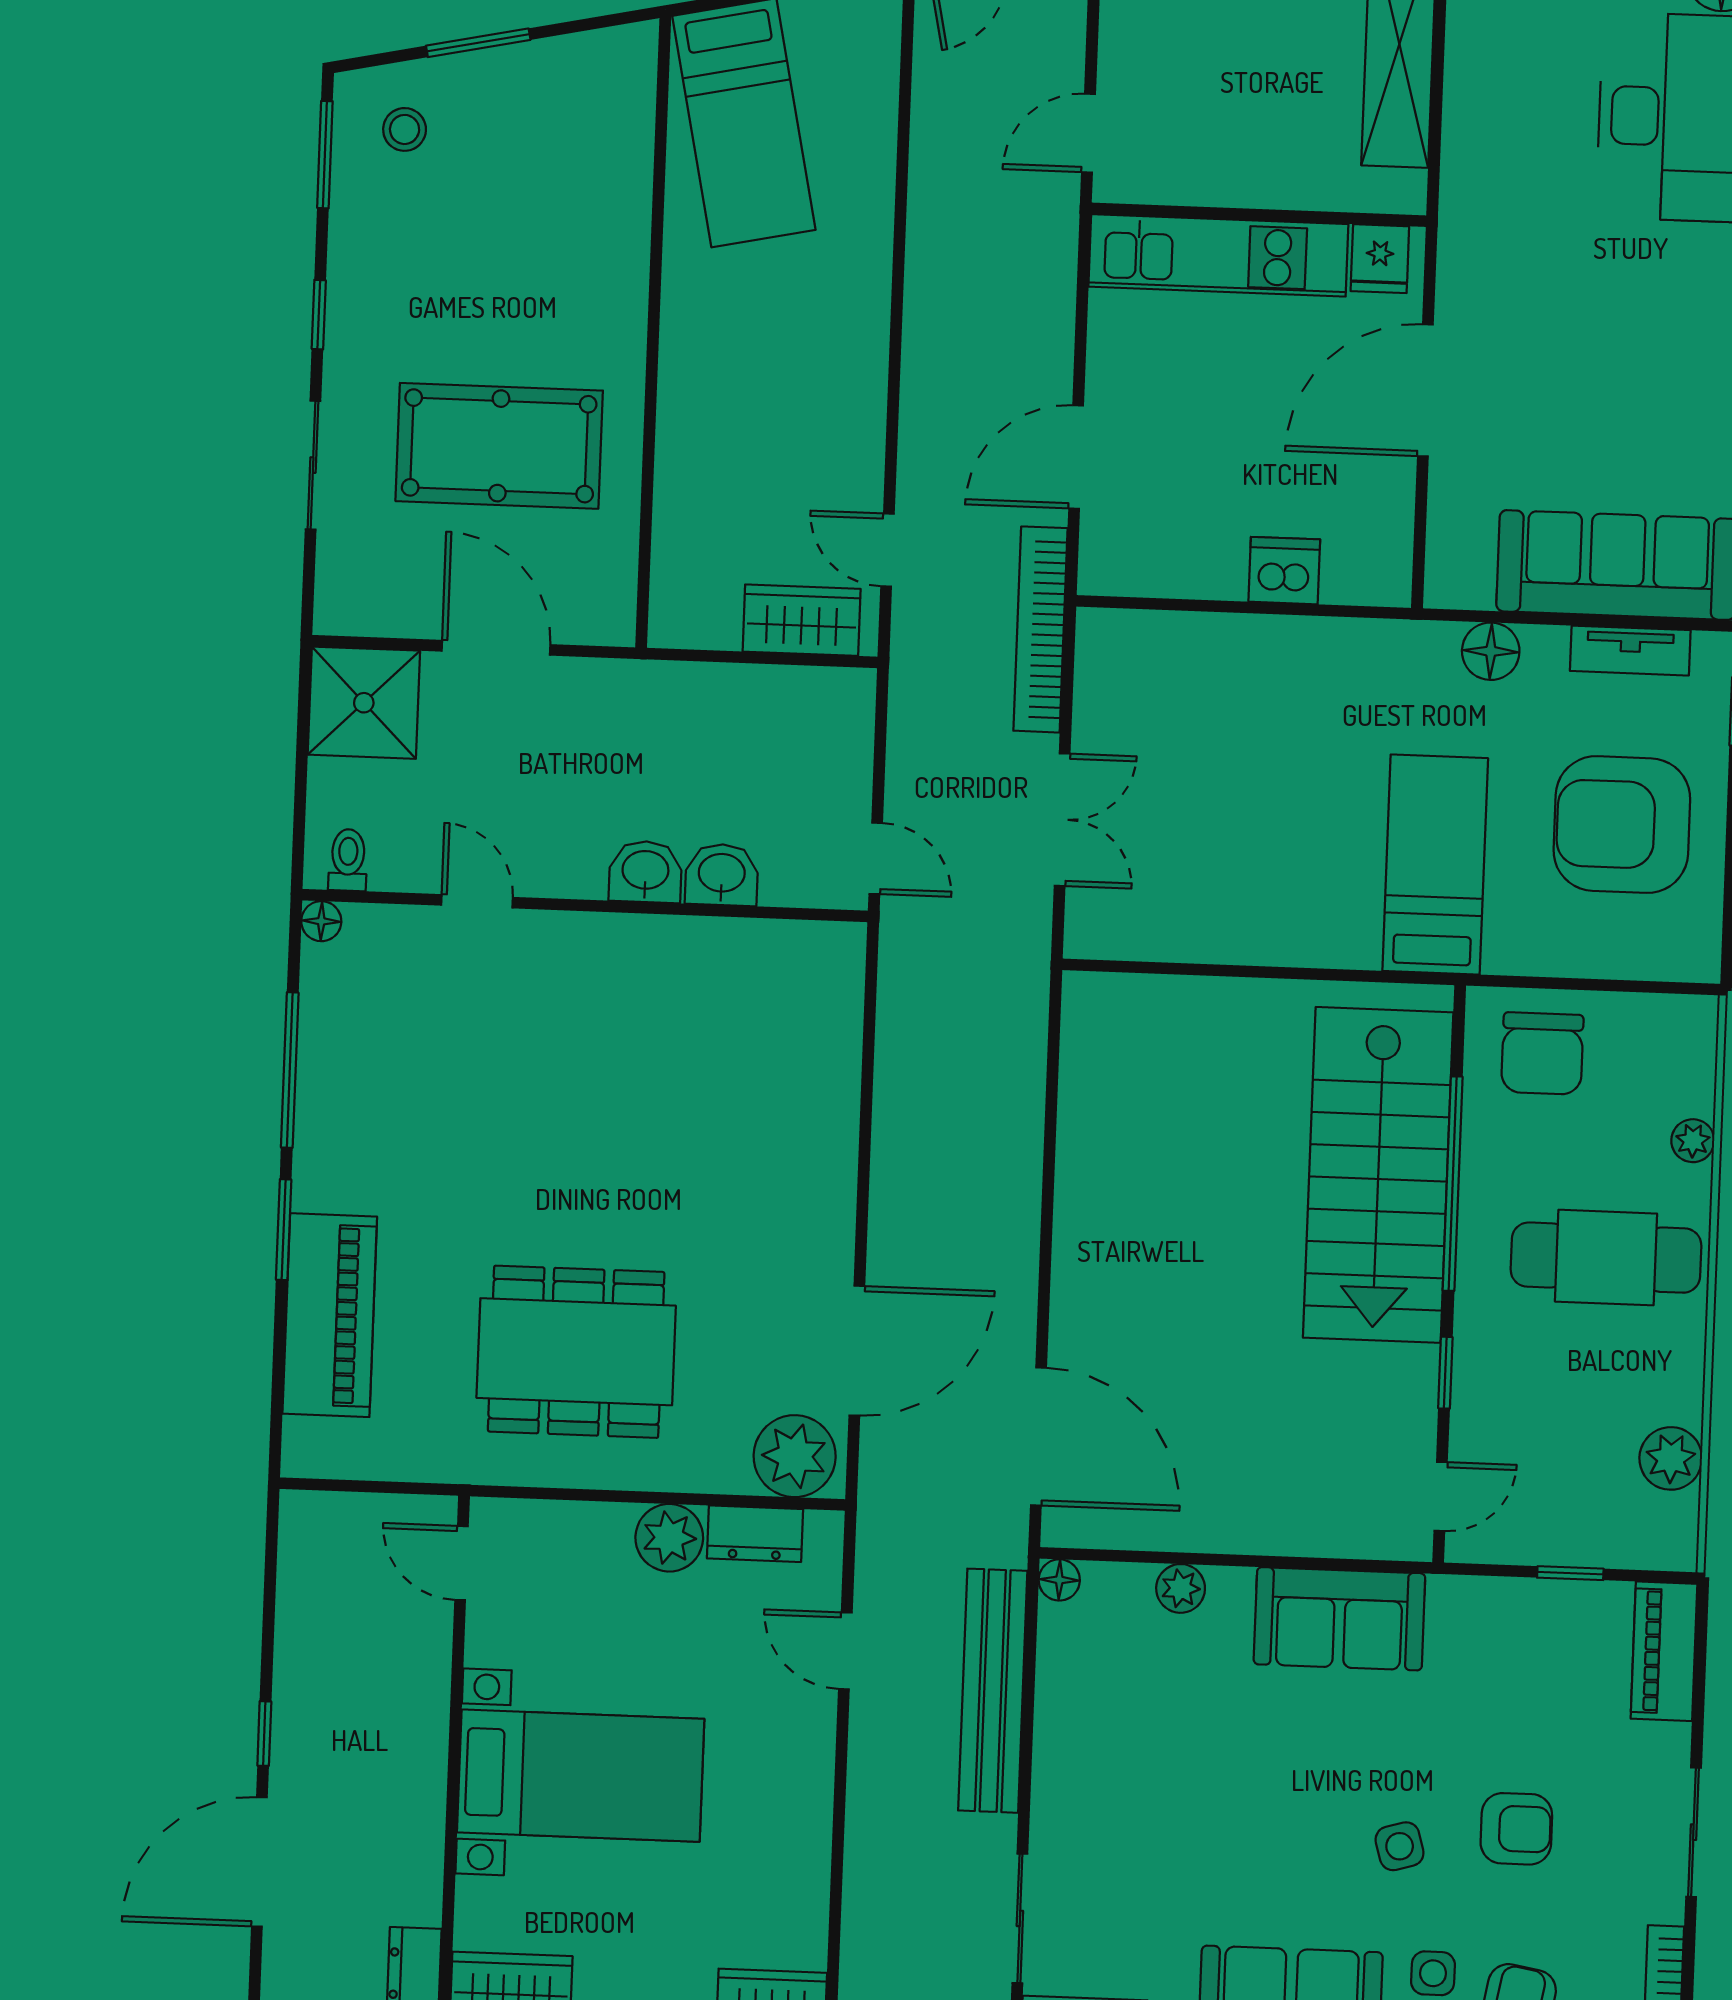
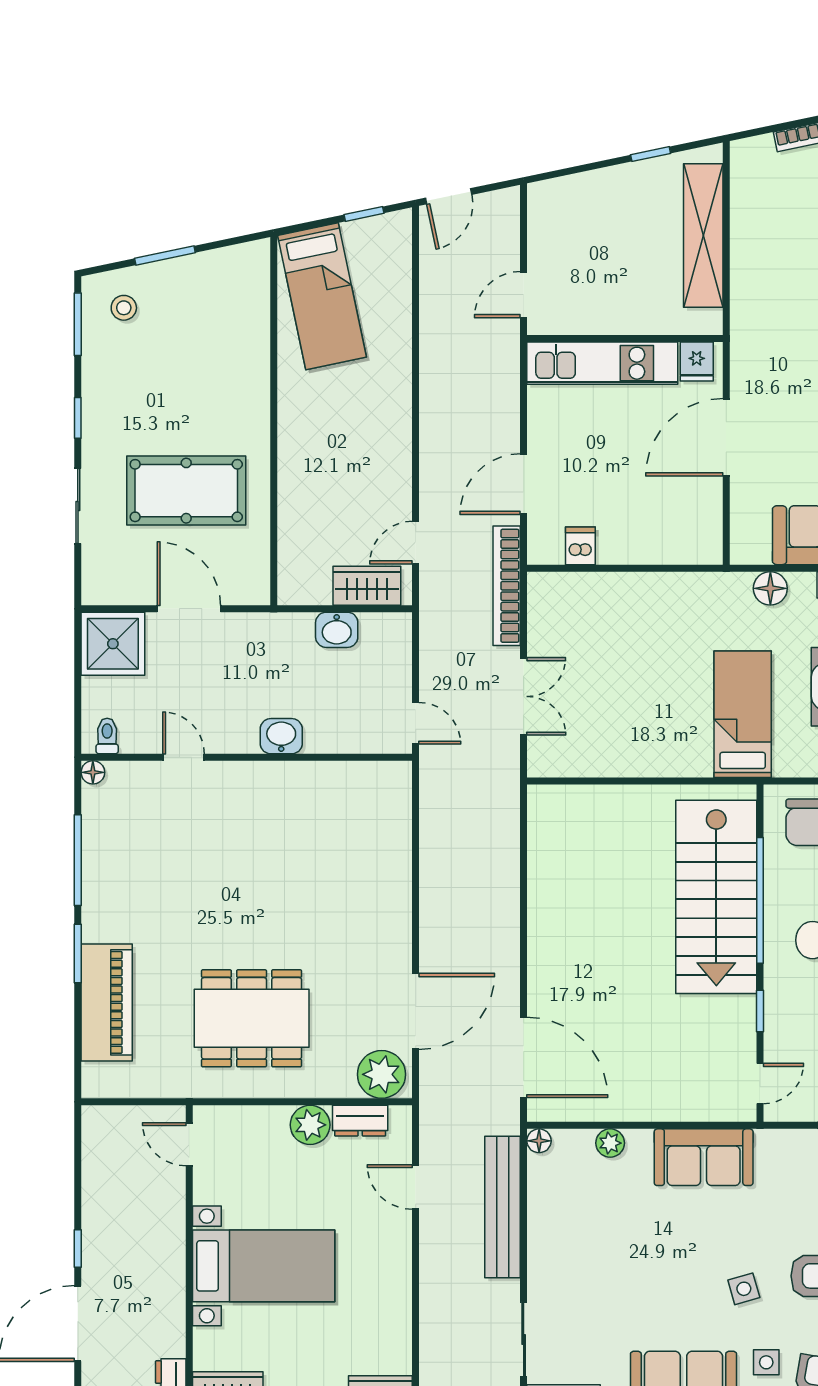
door: (888, 550) -> (416, 543), hinge flipped
dishwasher: (1284, 571) -> (580, 546), moved, width x0.73
washbasin: (722, 875) -> (337, 630), moved, turned 180

